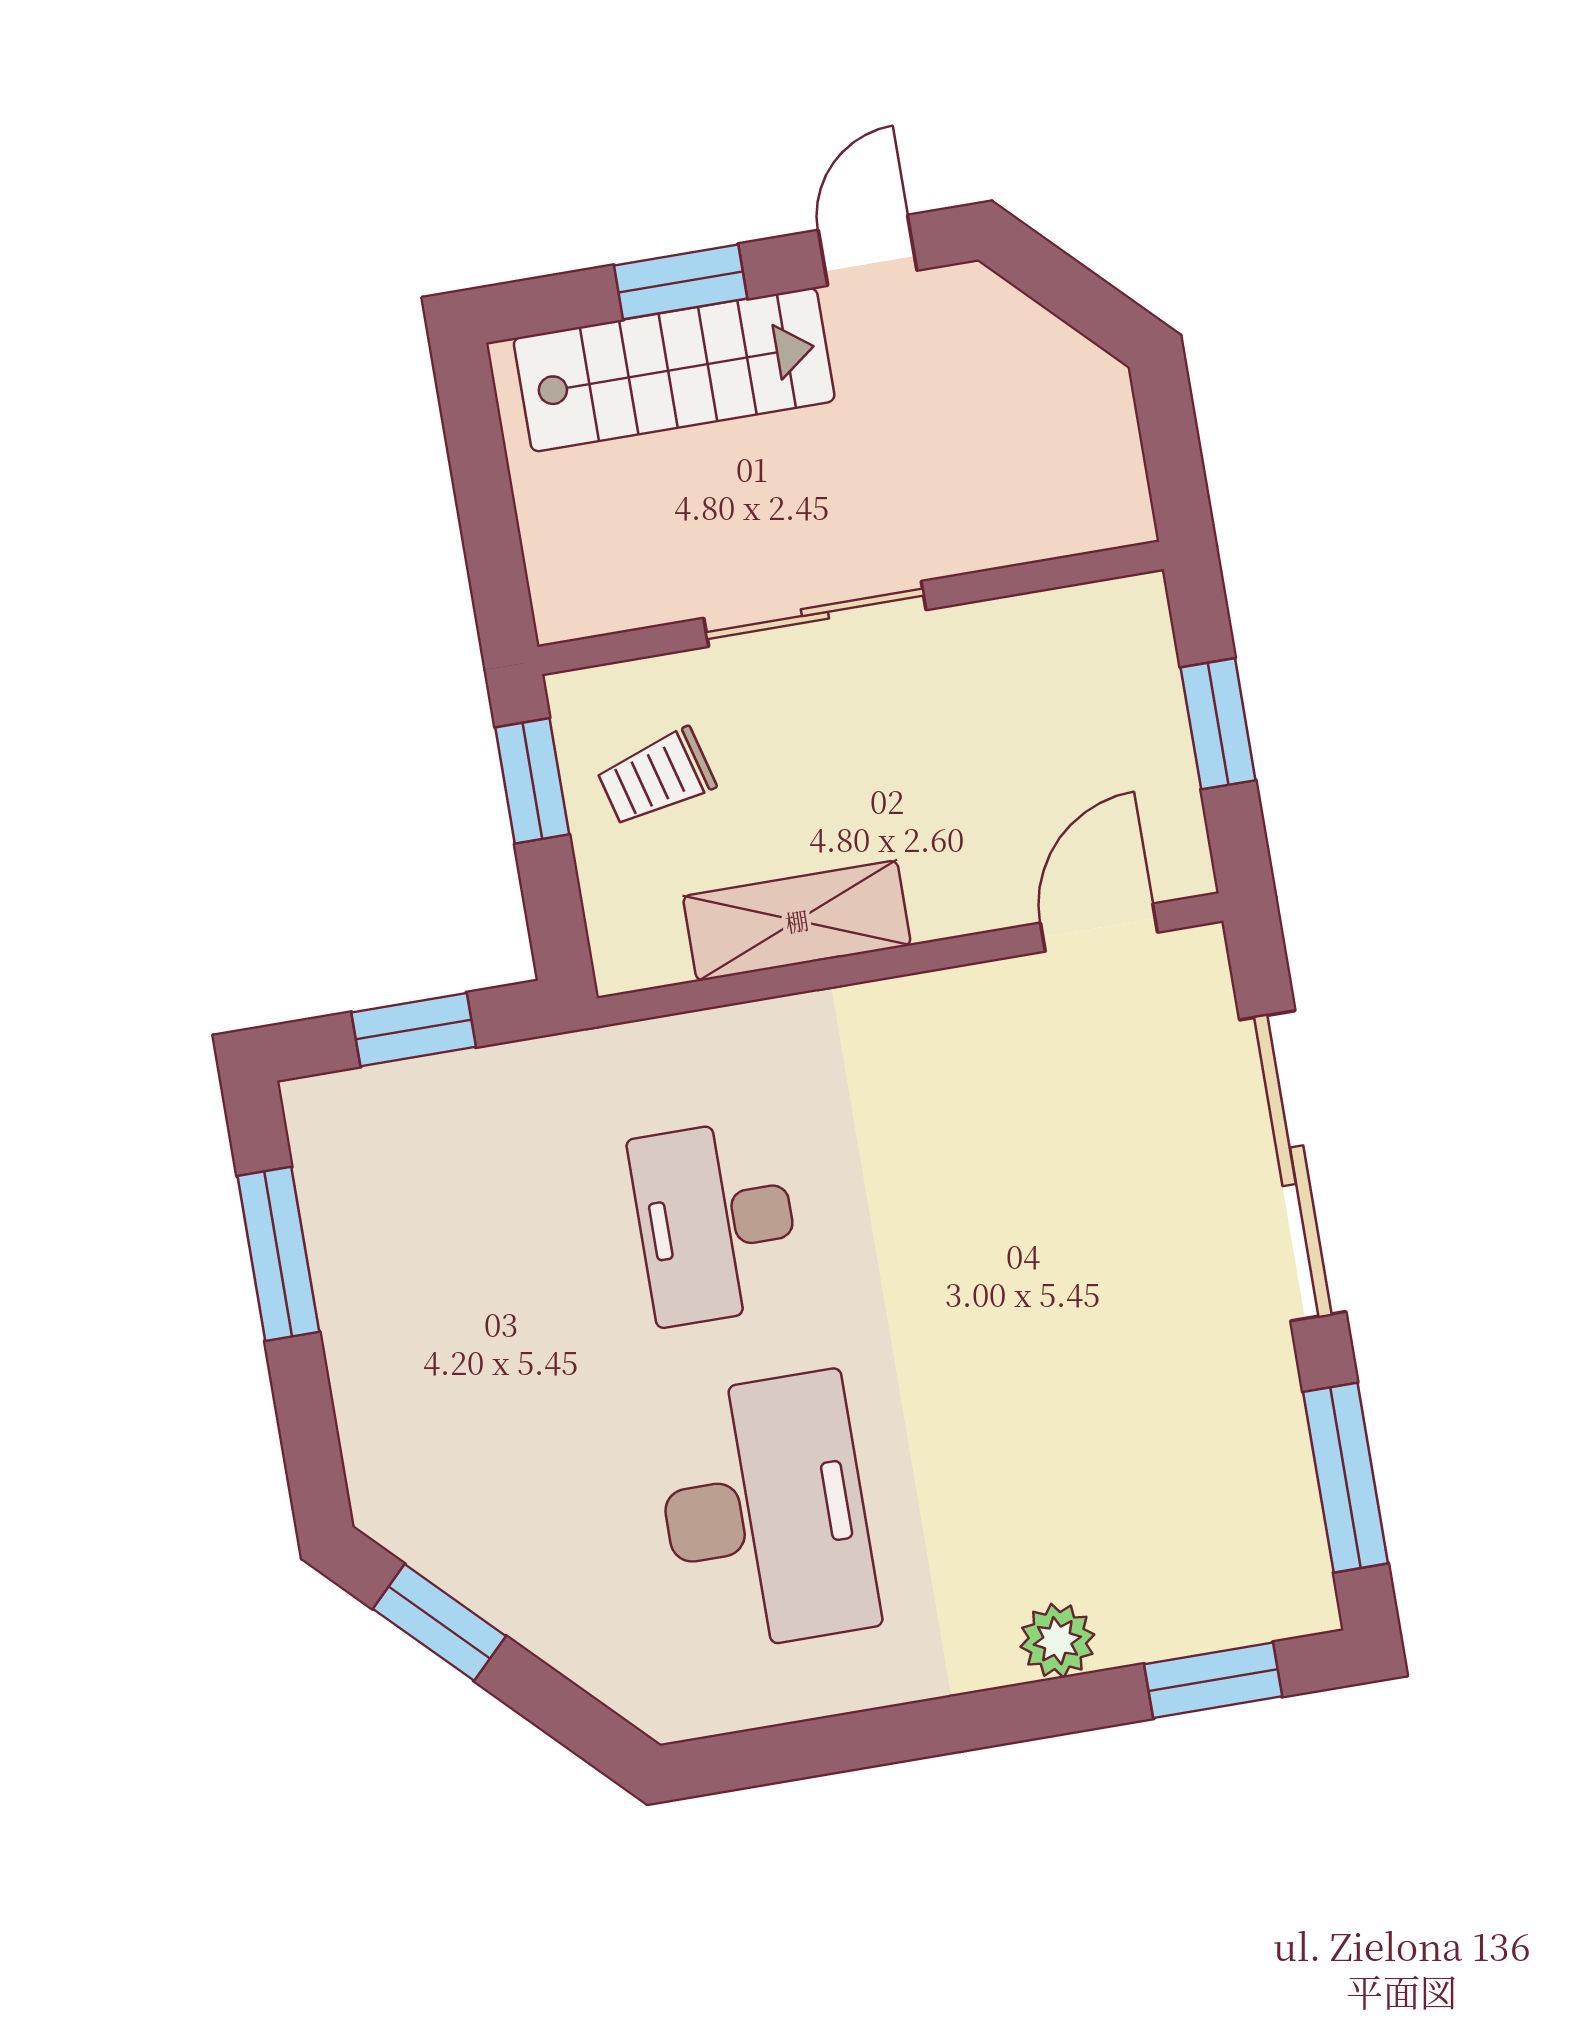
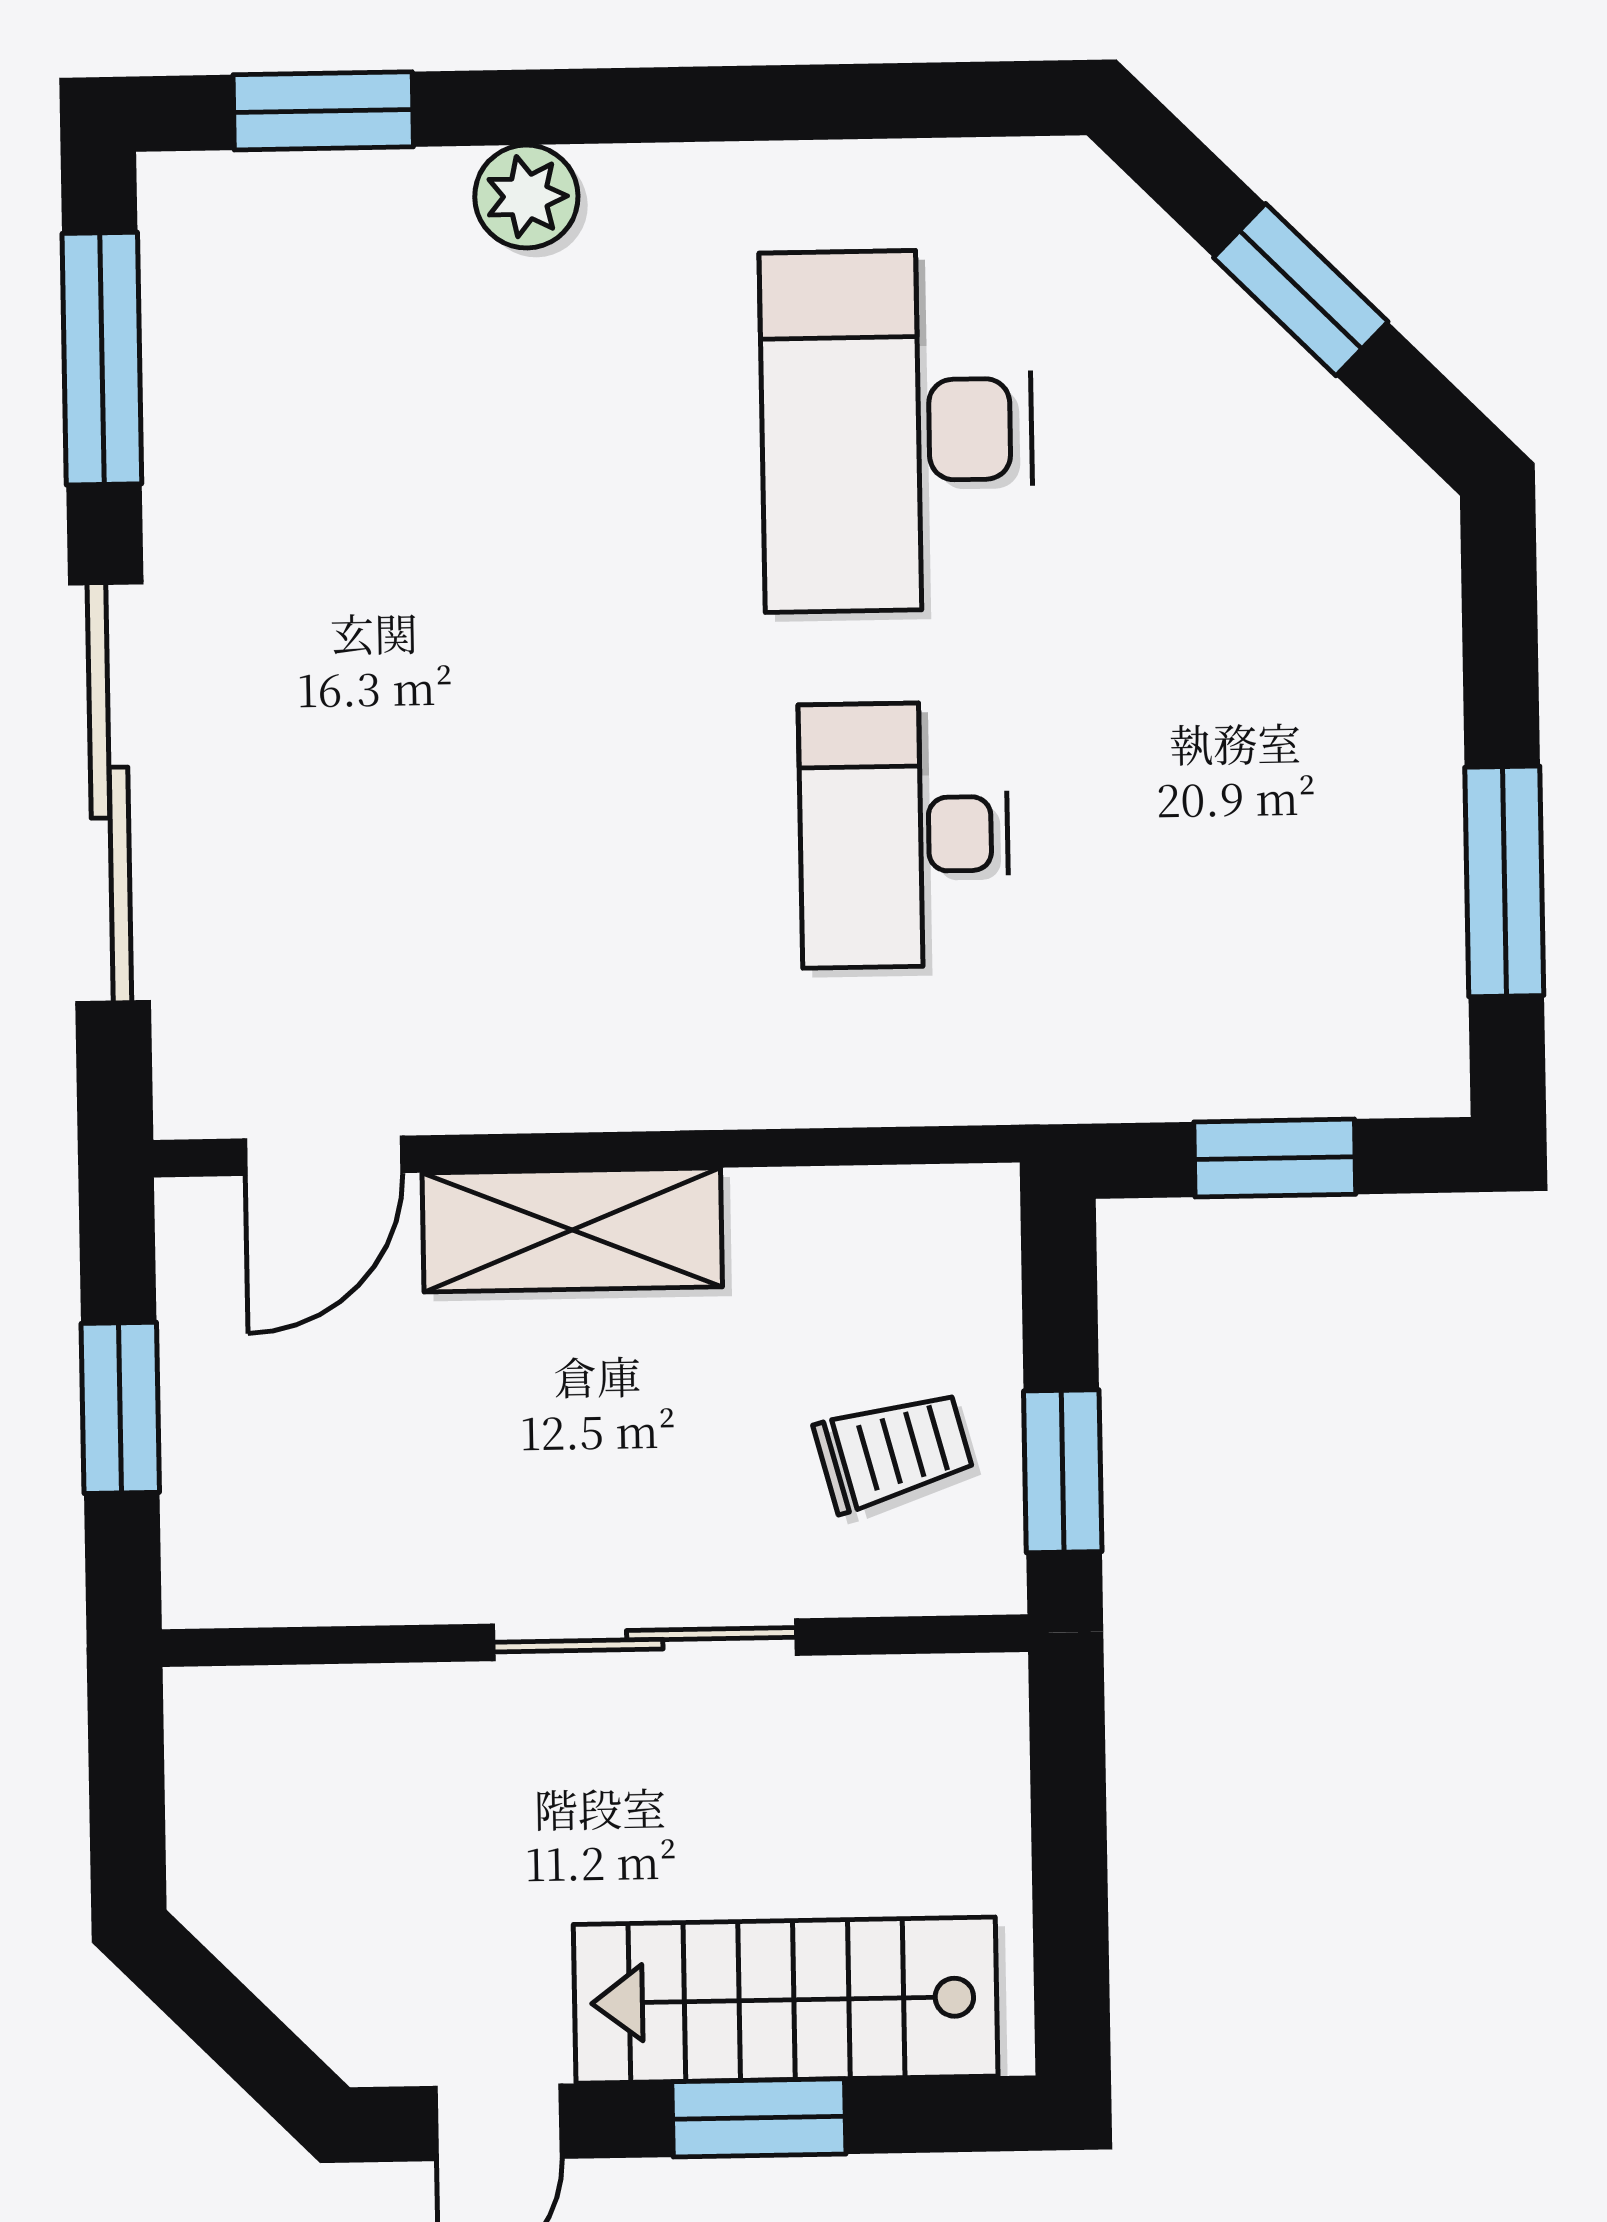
shelving: (797, 921) -> (572, 1230), moved
desk: (716, 1222) -> (904, 835), turned 180
window: (439, 1622) -> (1301, 290), moved

